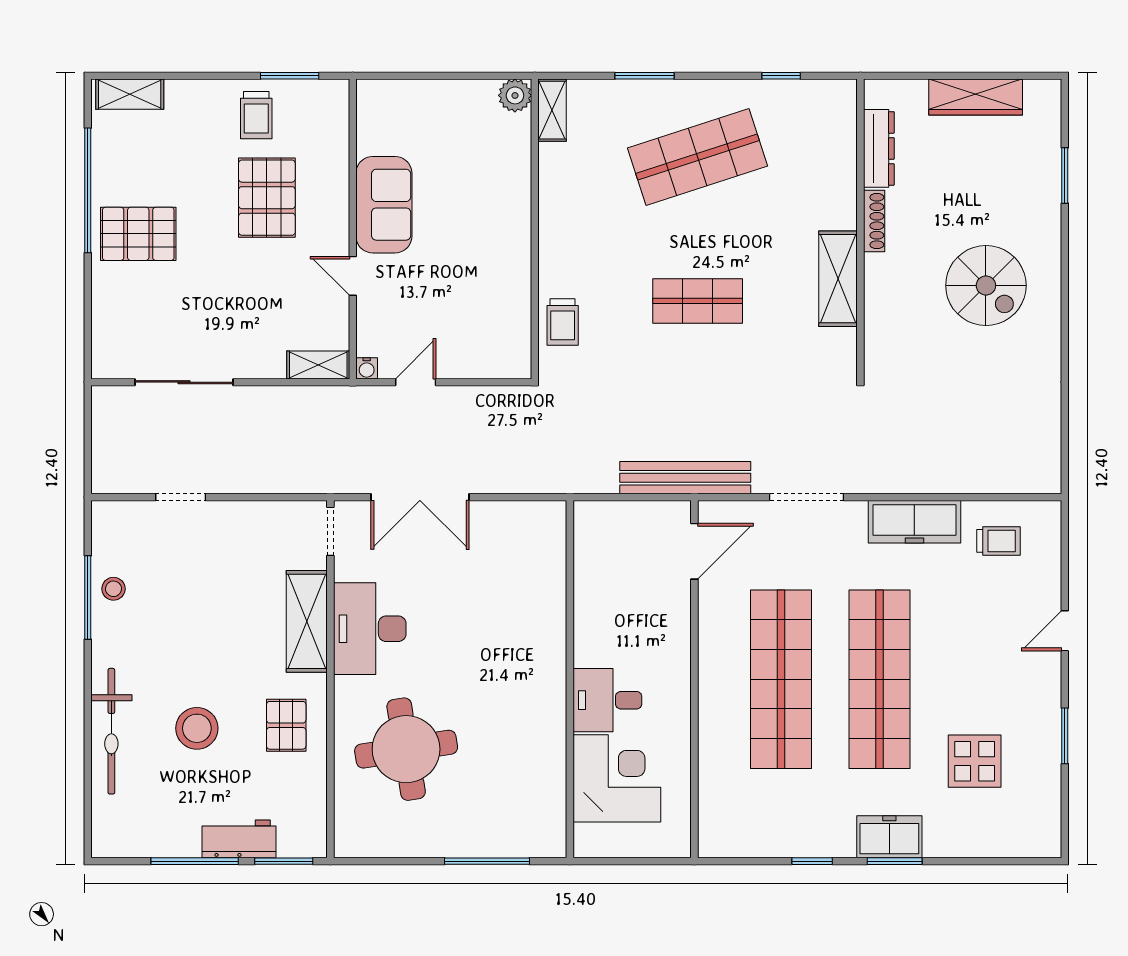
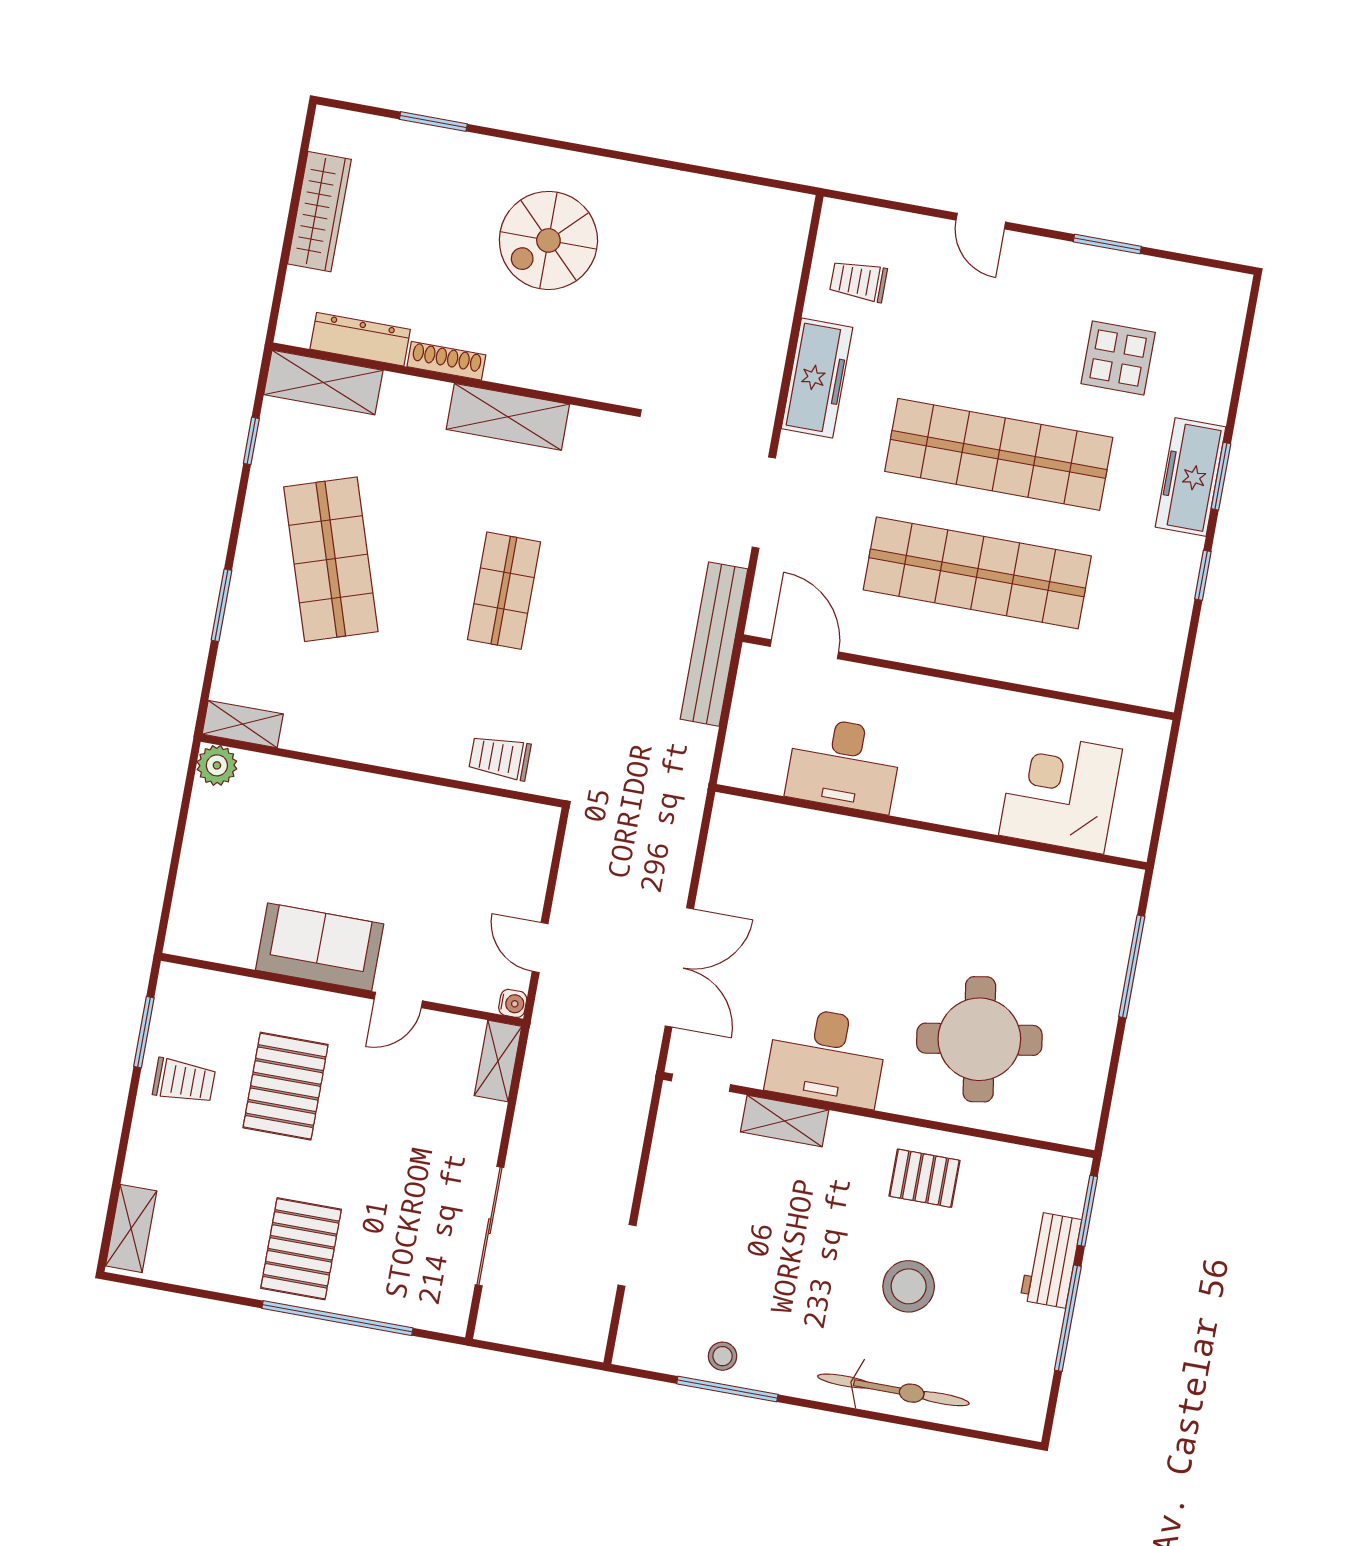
shelving: (839, 125) -> (323, 382), added
window: (88, 190) -> (337, 1318), moved
pallet: (267, 198) -> (286, 1086), turned 90
spiral stairs: (986, 286) -> (548, 240), turned 180
trolley: (563, 322) -> (500, 758), turned 180
trolley: (999, 541) -> (858, 281), turned -90
shelving: (307, 621) -> (785, 1121), width x0.67, depth x0.75
desk: (607, 700) -> (844, 765), moved, width x1.37
freezer: (889, 837) -> (1191, 477), width x1.40

